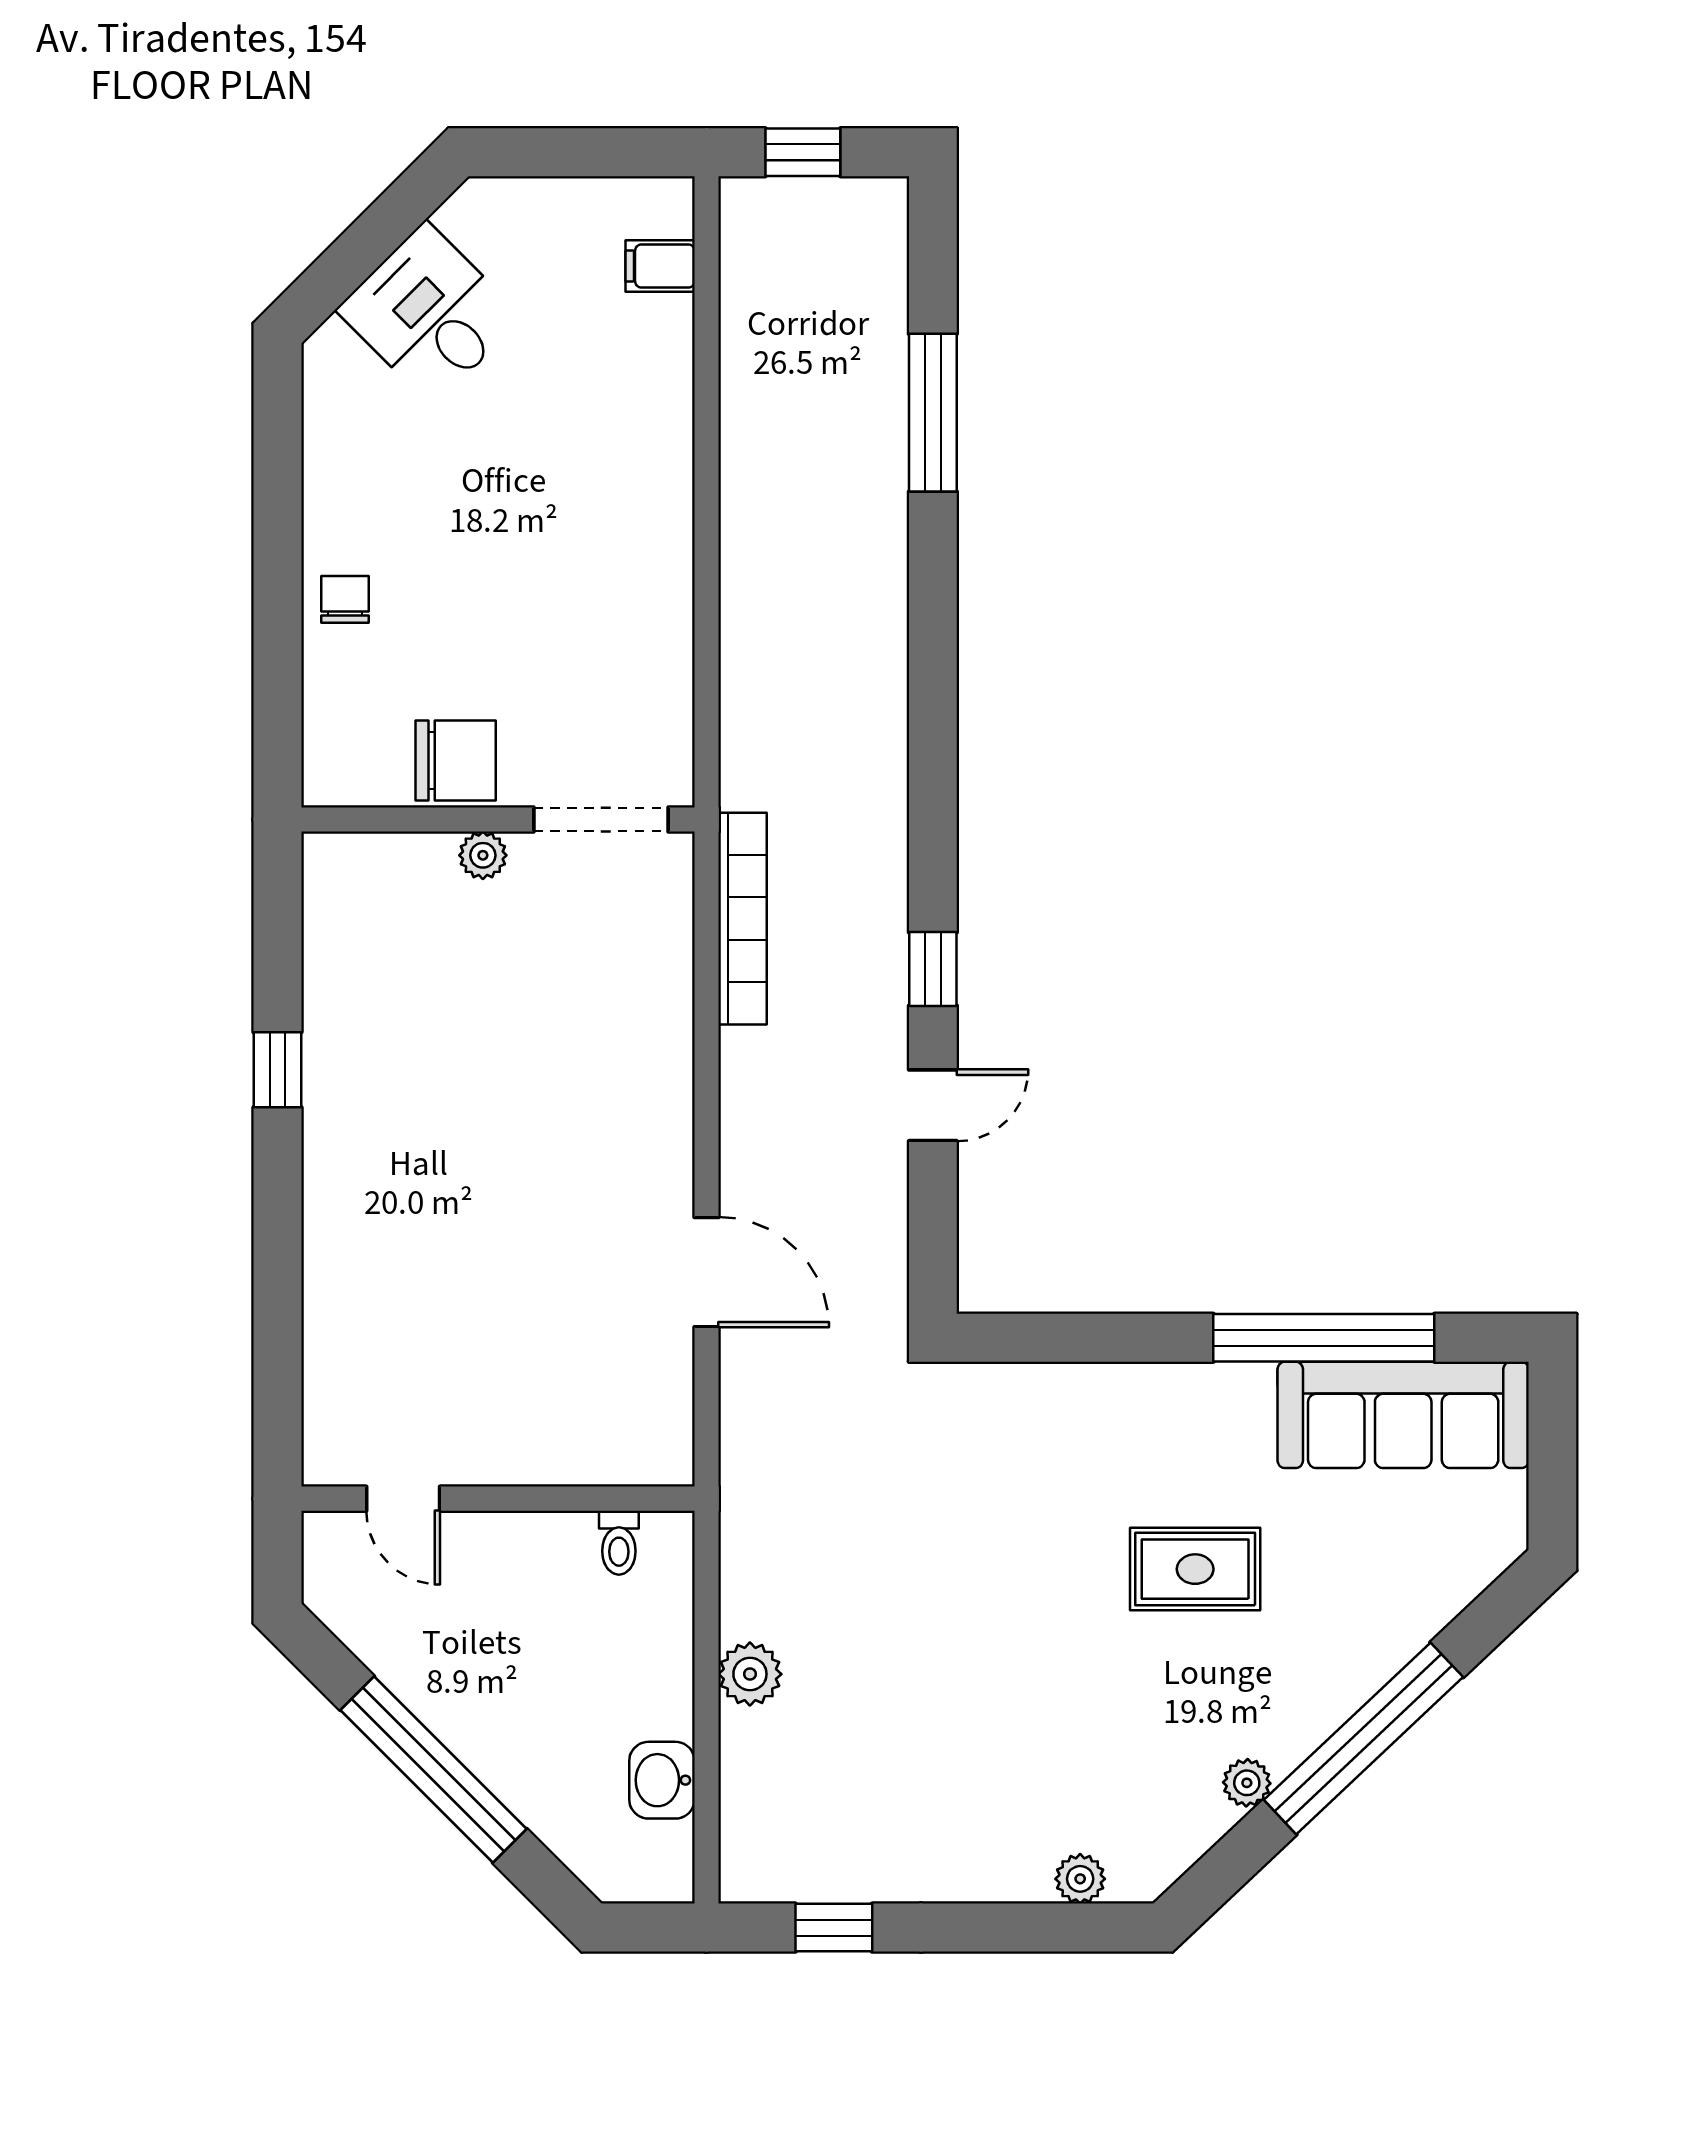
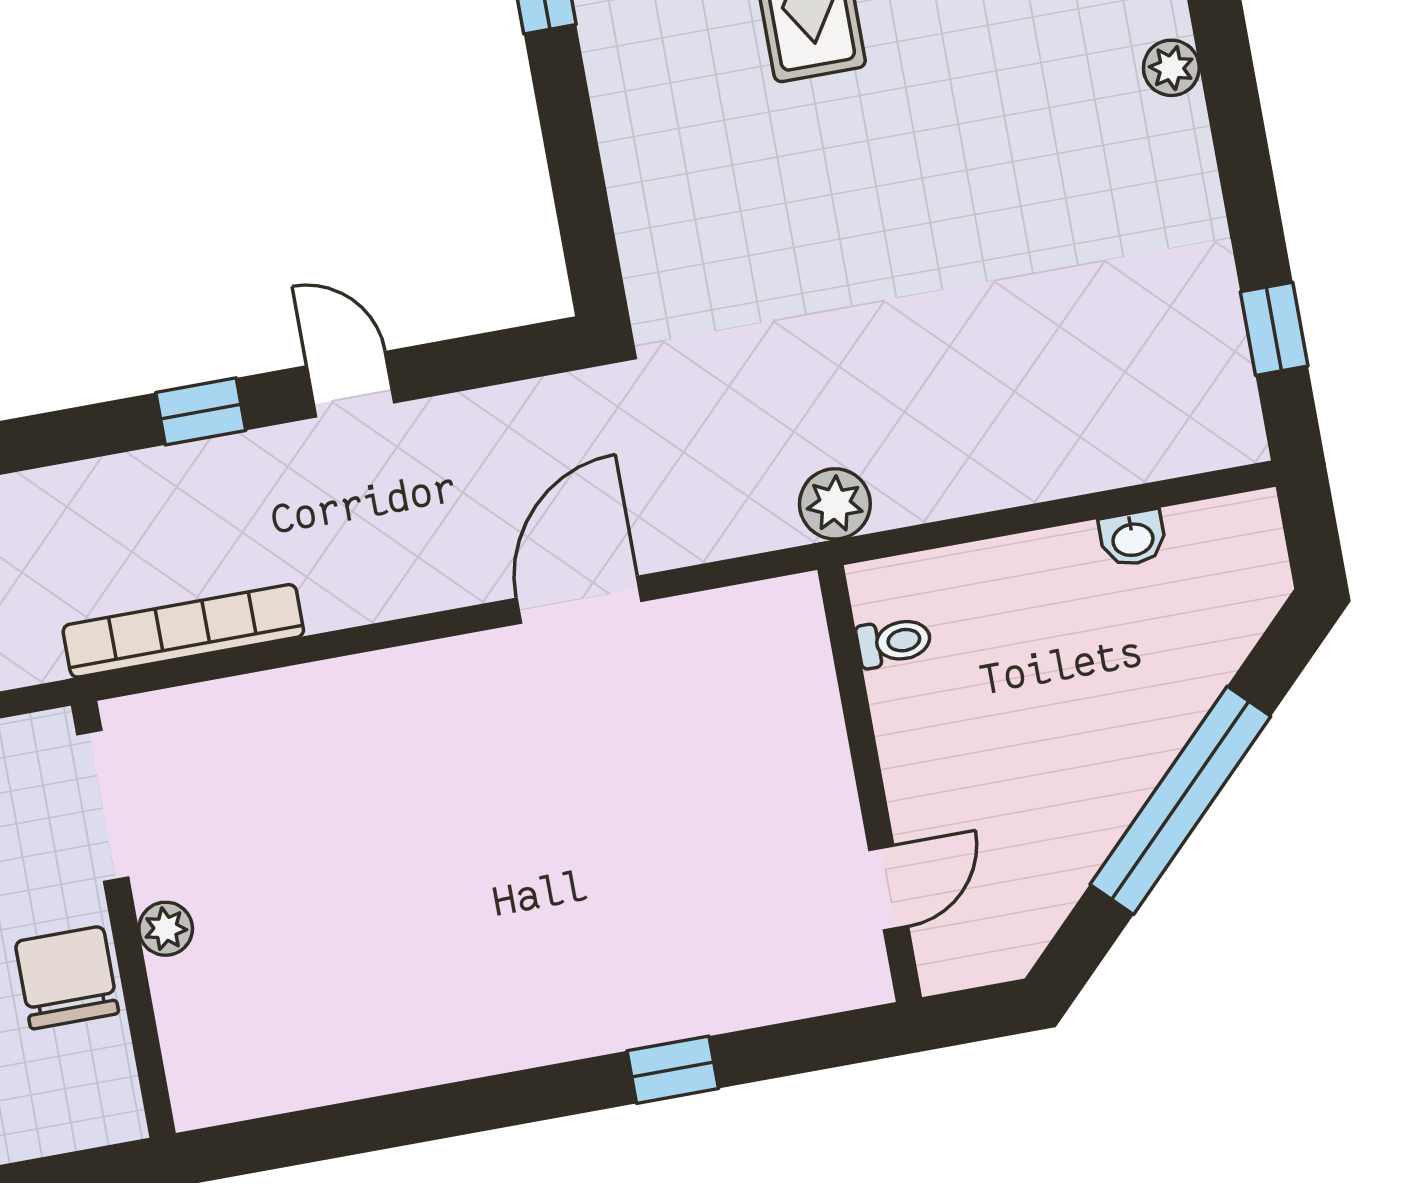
window: (278, 1070) -> (673, 1070), moved
plant: (750, 1674) -> (835, 504), moved
washbasin: (662, 1780) -> (1133, 538), width x0.72, depth x0.69

